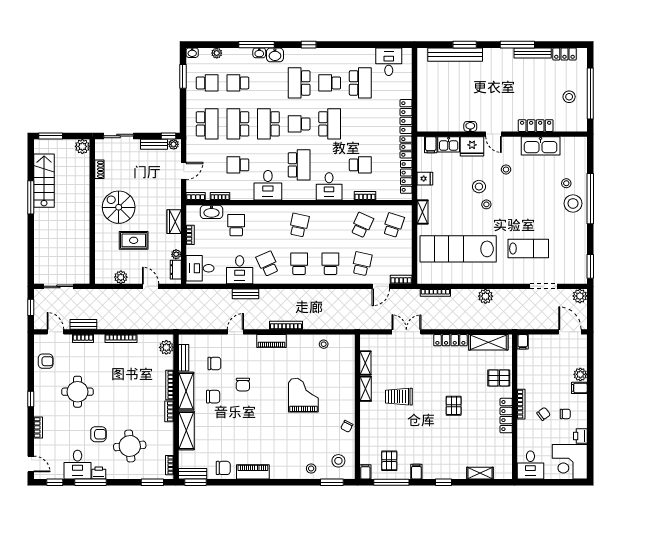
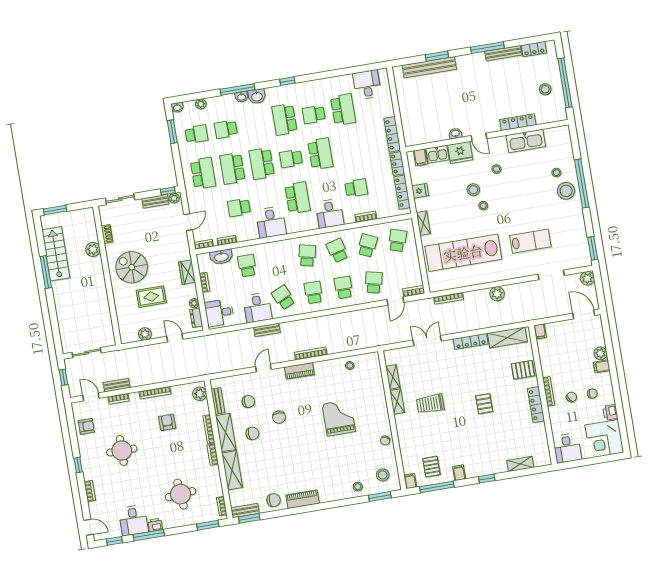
plant: (82, 146) -> (93, 249), moved
school desk: (330, 225) -> (337, 250), added
armchair: (98, 434) -> (167, 422), moved, turned -90

